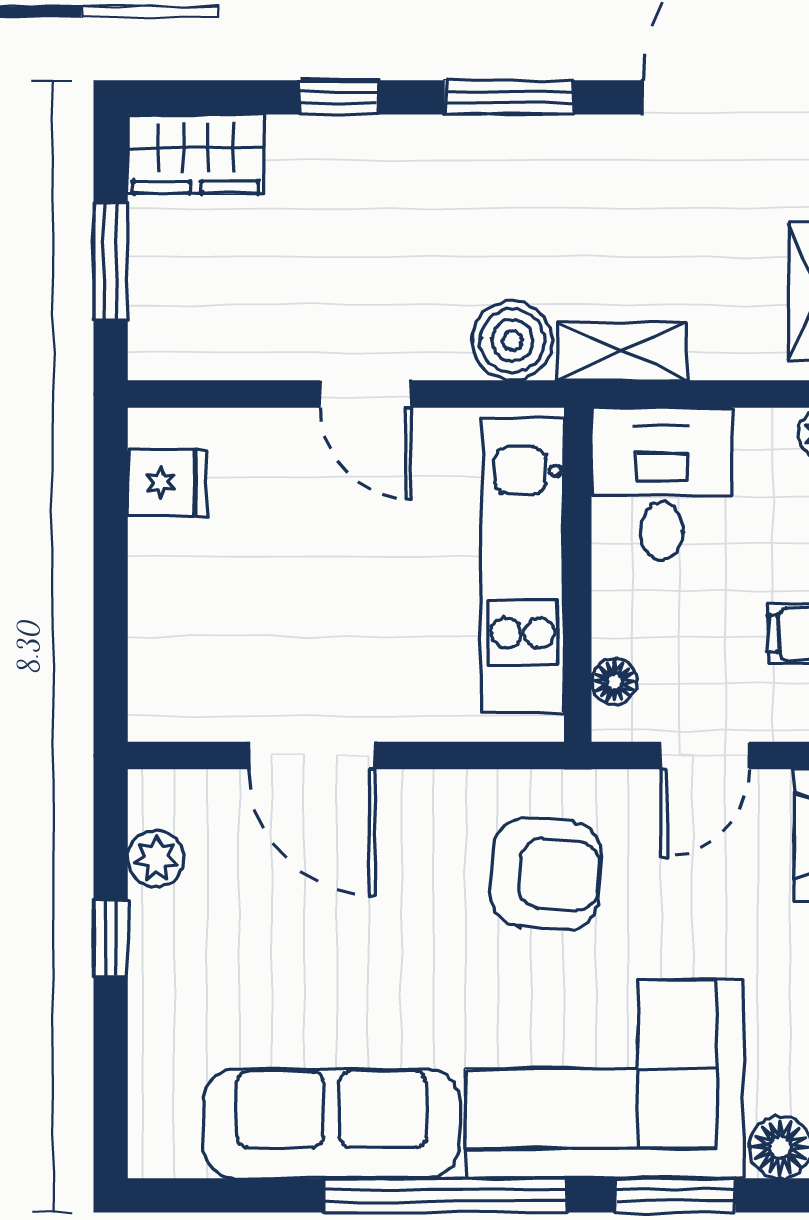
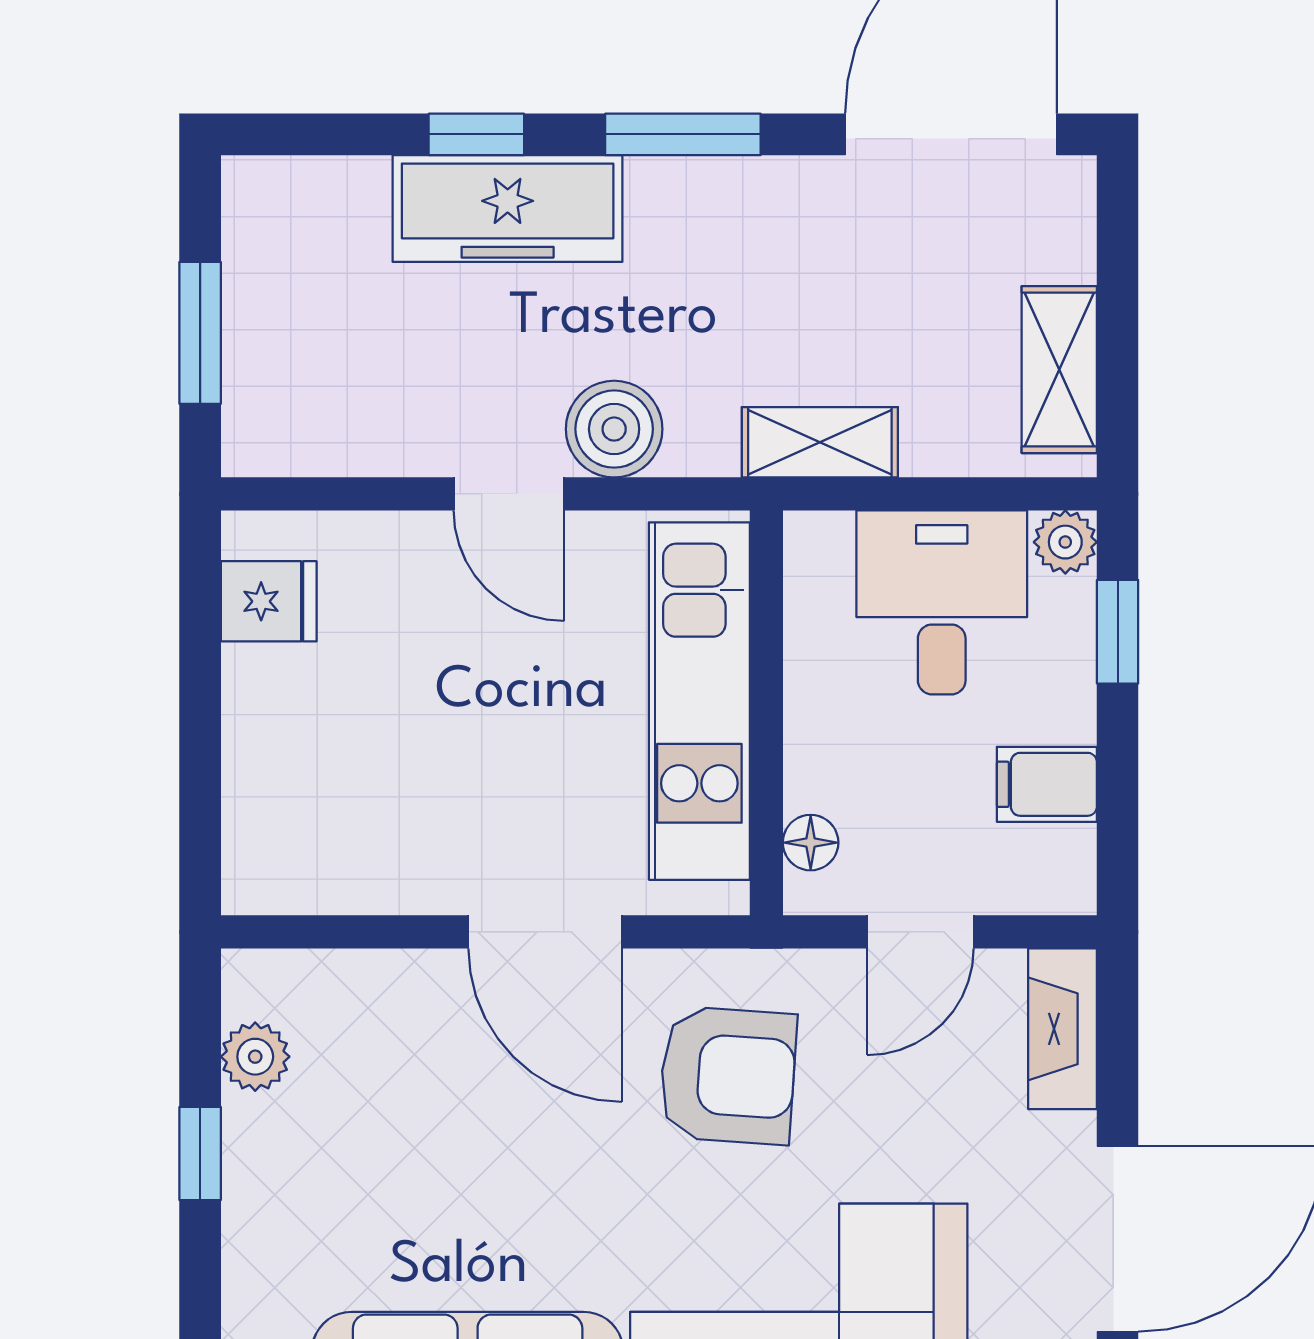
wardrobe: (196, 154) -> (303, 203), removed
freezer: (364, 158) -> (508, 208), added
boiler: (512, 341) -> (614, 429), moved
desk: (662, 484) -> (942, 602), moved
door: (312, 756) -> (545, 932), moved

